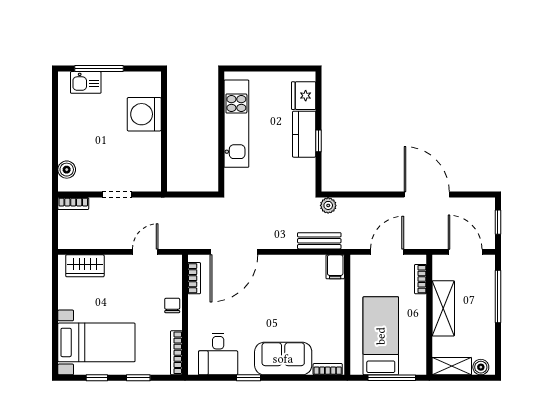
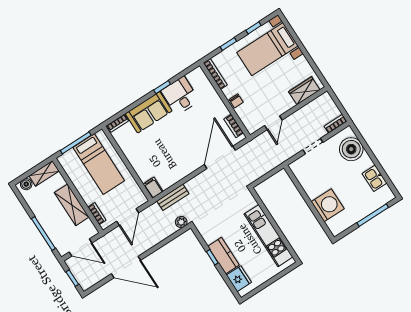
kitchen sink: (86, 82) -> (374, 178), moved, turned -90
boiler: (67, 170) -> (351, 149), width x1.86, depth x1.86
desk: (218, 354) -> (180, 96), moved

